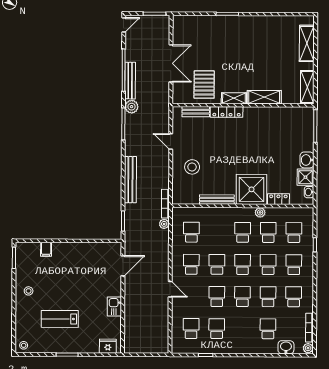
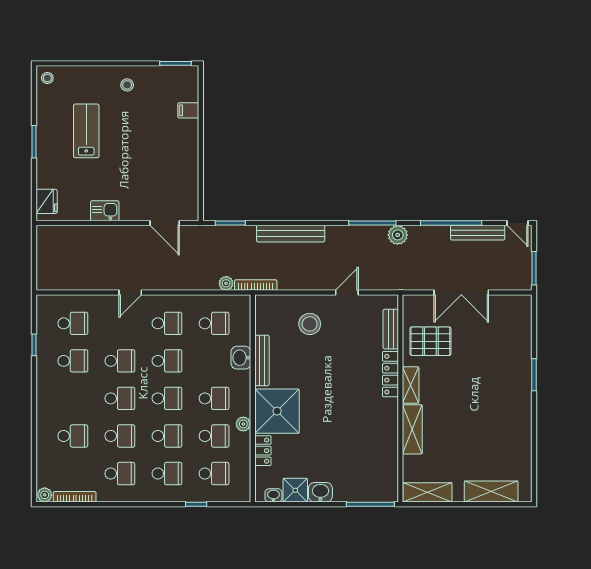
bench: (130, 81) -> (478, 233), moved
washbasin: (286, 347) -> (241, 358), moved, turned 180

